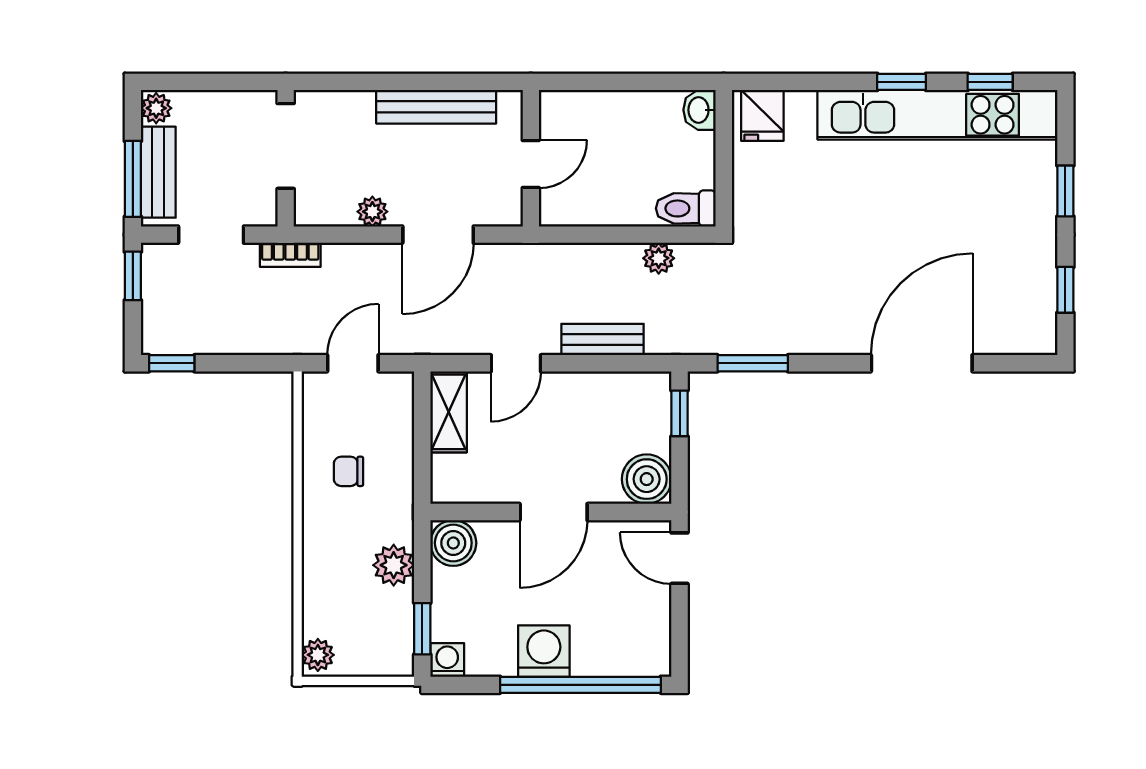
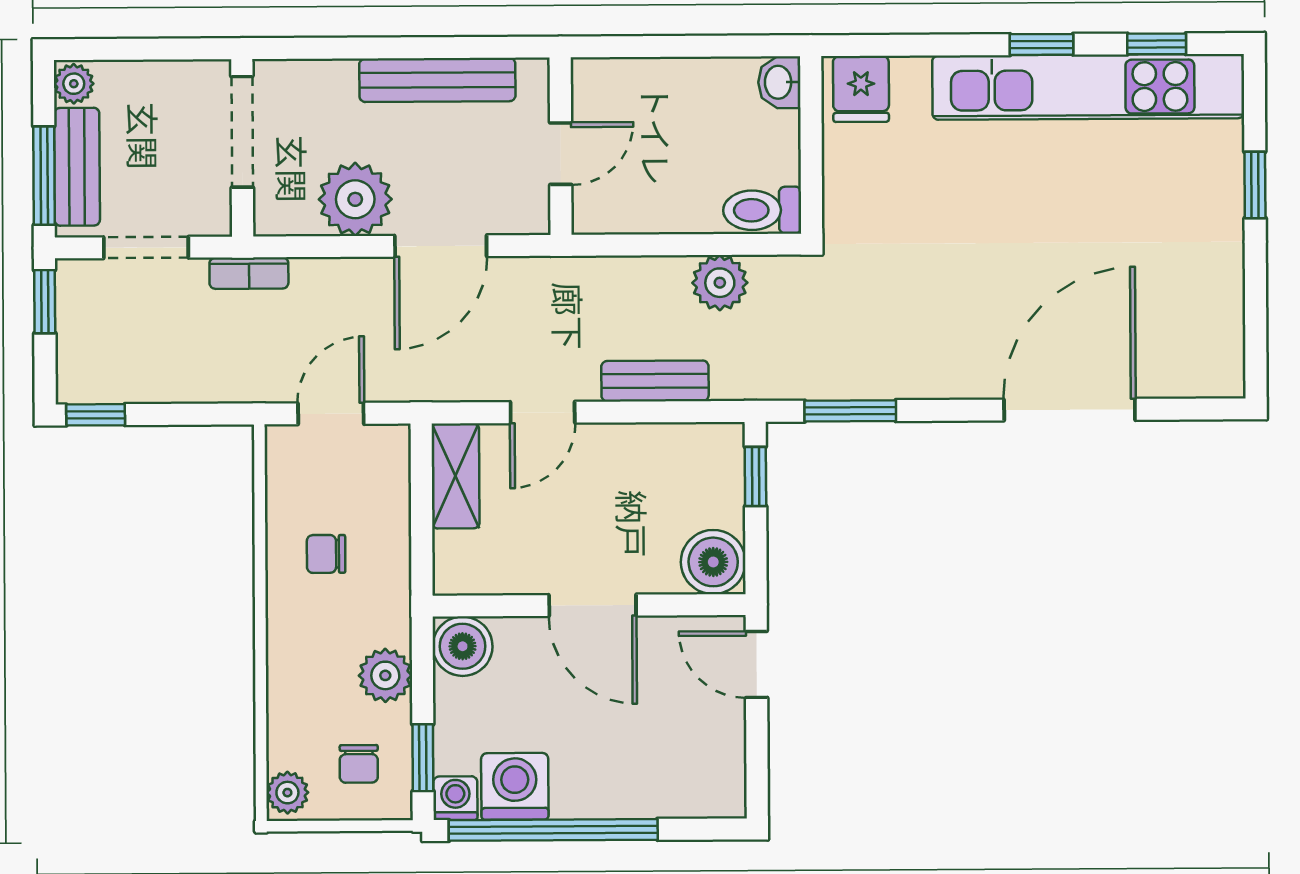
plant: (372, 212) -> (355, 199), width x1.87, depth x1.87
plant: (659, 258) -> (720, 283), width x1.38, depth x1.38
window: (1065, 290) -> (1256, 313), removed
door: (554, 512) -> (593, 605), hinge flipped
chair: (373, 633) -> (359, 764), added
washing machine: (544, 651) -> (515, 786), moved
window: (580, 685) -> (553, 830), moved

